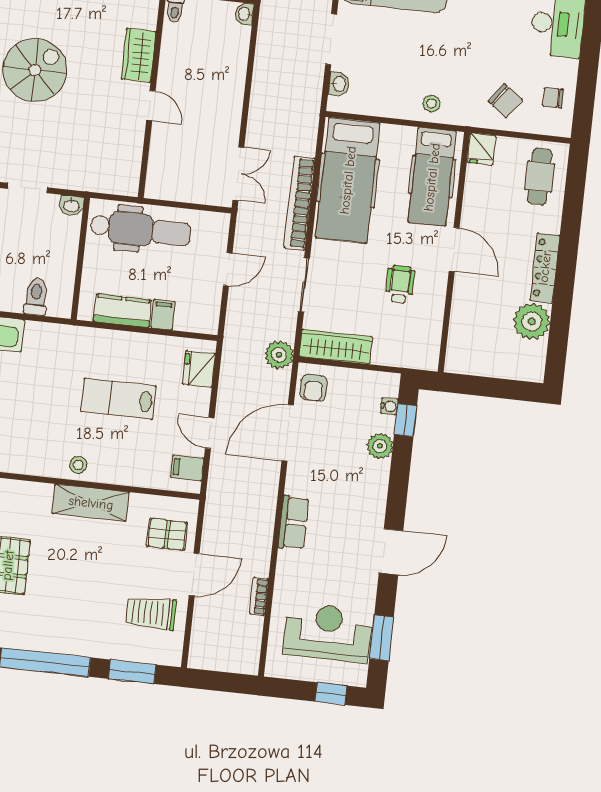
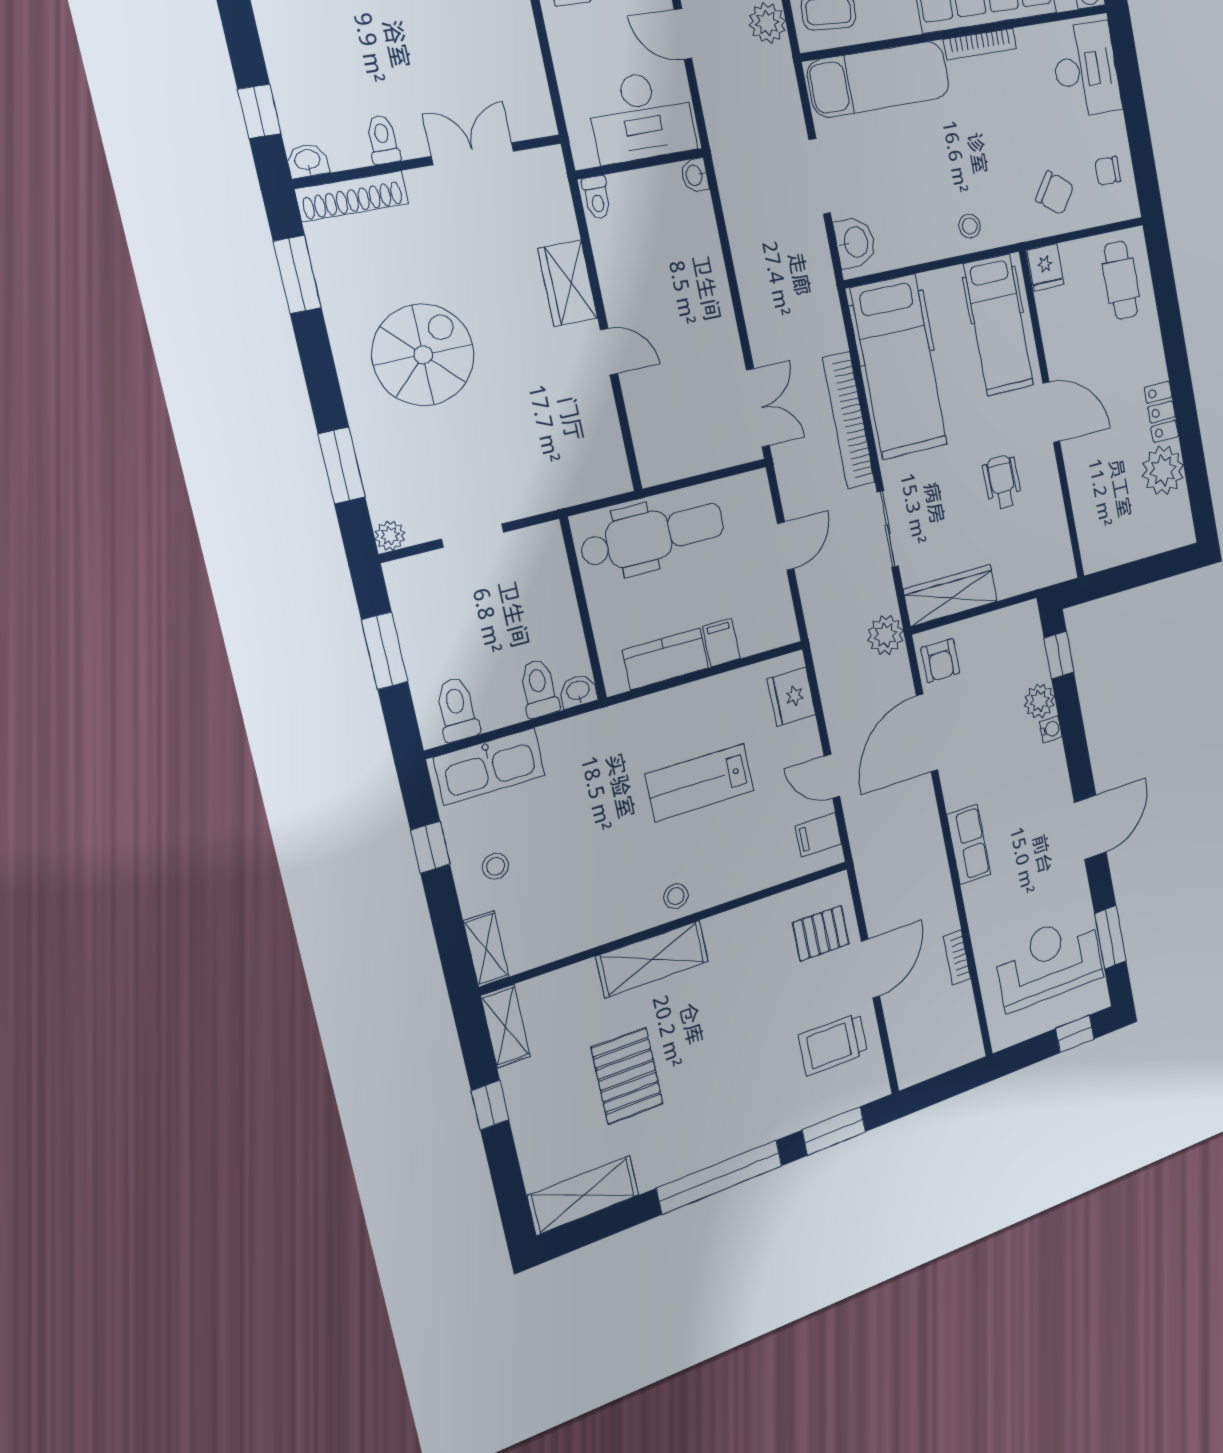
washbasin: (339, 84) -> (855, 242), width x1.38, depth x1.45
washbasin: (71, 205) -> (578, 691), moved, turned 180
locker: (545, 268) -> (1161, 412), width x0.66
water cooler: (389, 406) -> (1051, 729), moved
shelving: (91, 503) -> (652, 959), moved

